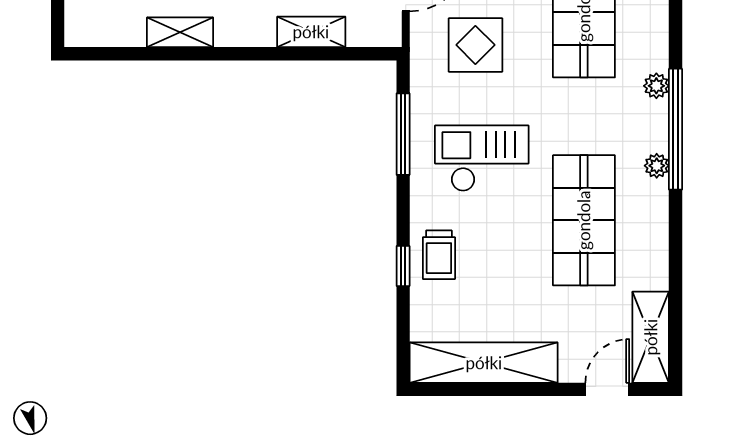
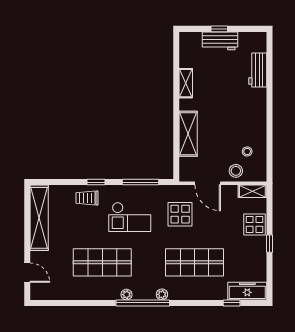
shelving: (311, 32) -> (188, 134), width x1.50, depth x1.33
checkout: (482, 158) -> (130, 217), turned 90
window: (403, 266) -> (96, 182), moved
shelving: (651, 337) -> (50, 292), removed

